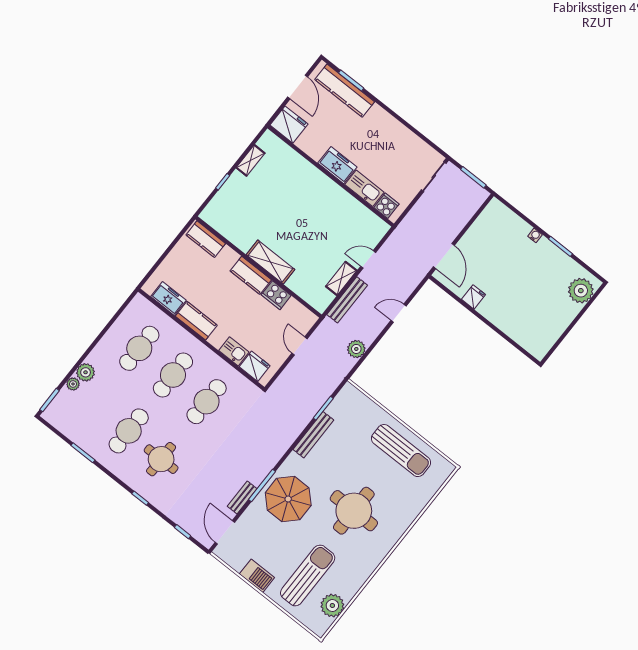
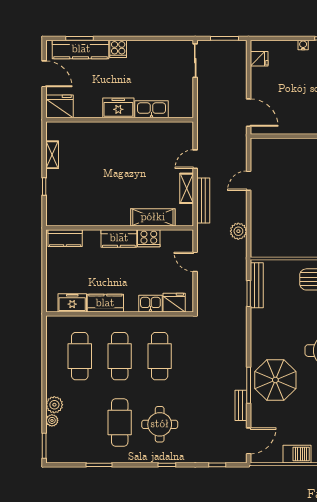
cooker: (386, 206) -> (118, 49), moved, turned 180
shelving: (270, 262) -> (153, 217), moved
fridge: (474, 297) -> (259, 59), moved, turned 90
bench: (313, 435) -> (257, 285), moved
door: (225, 532) -> (249, 441), swing flipped

